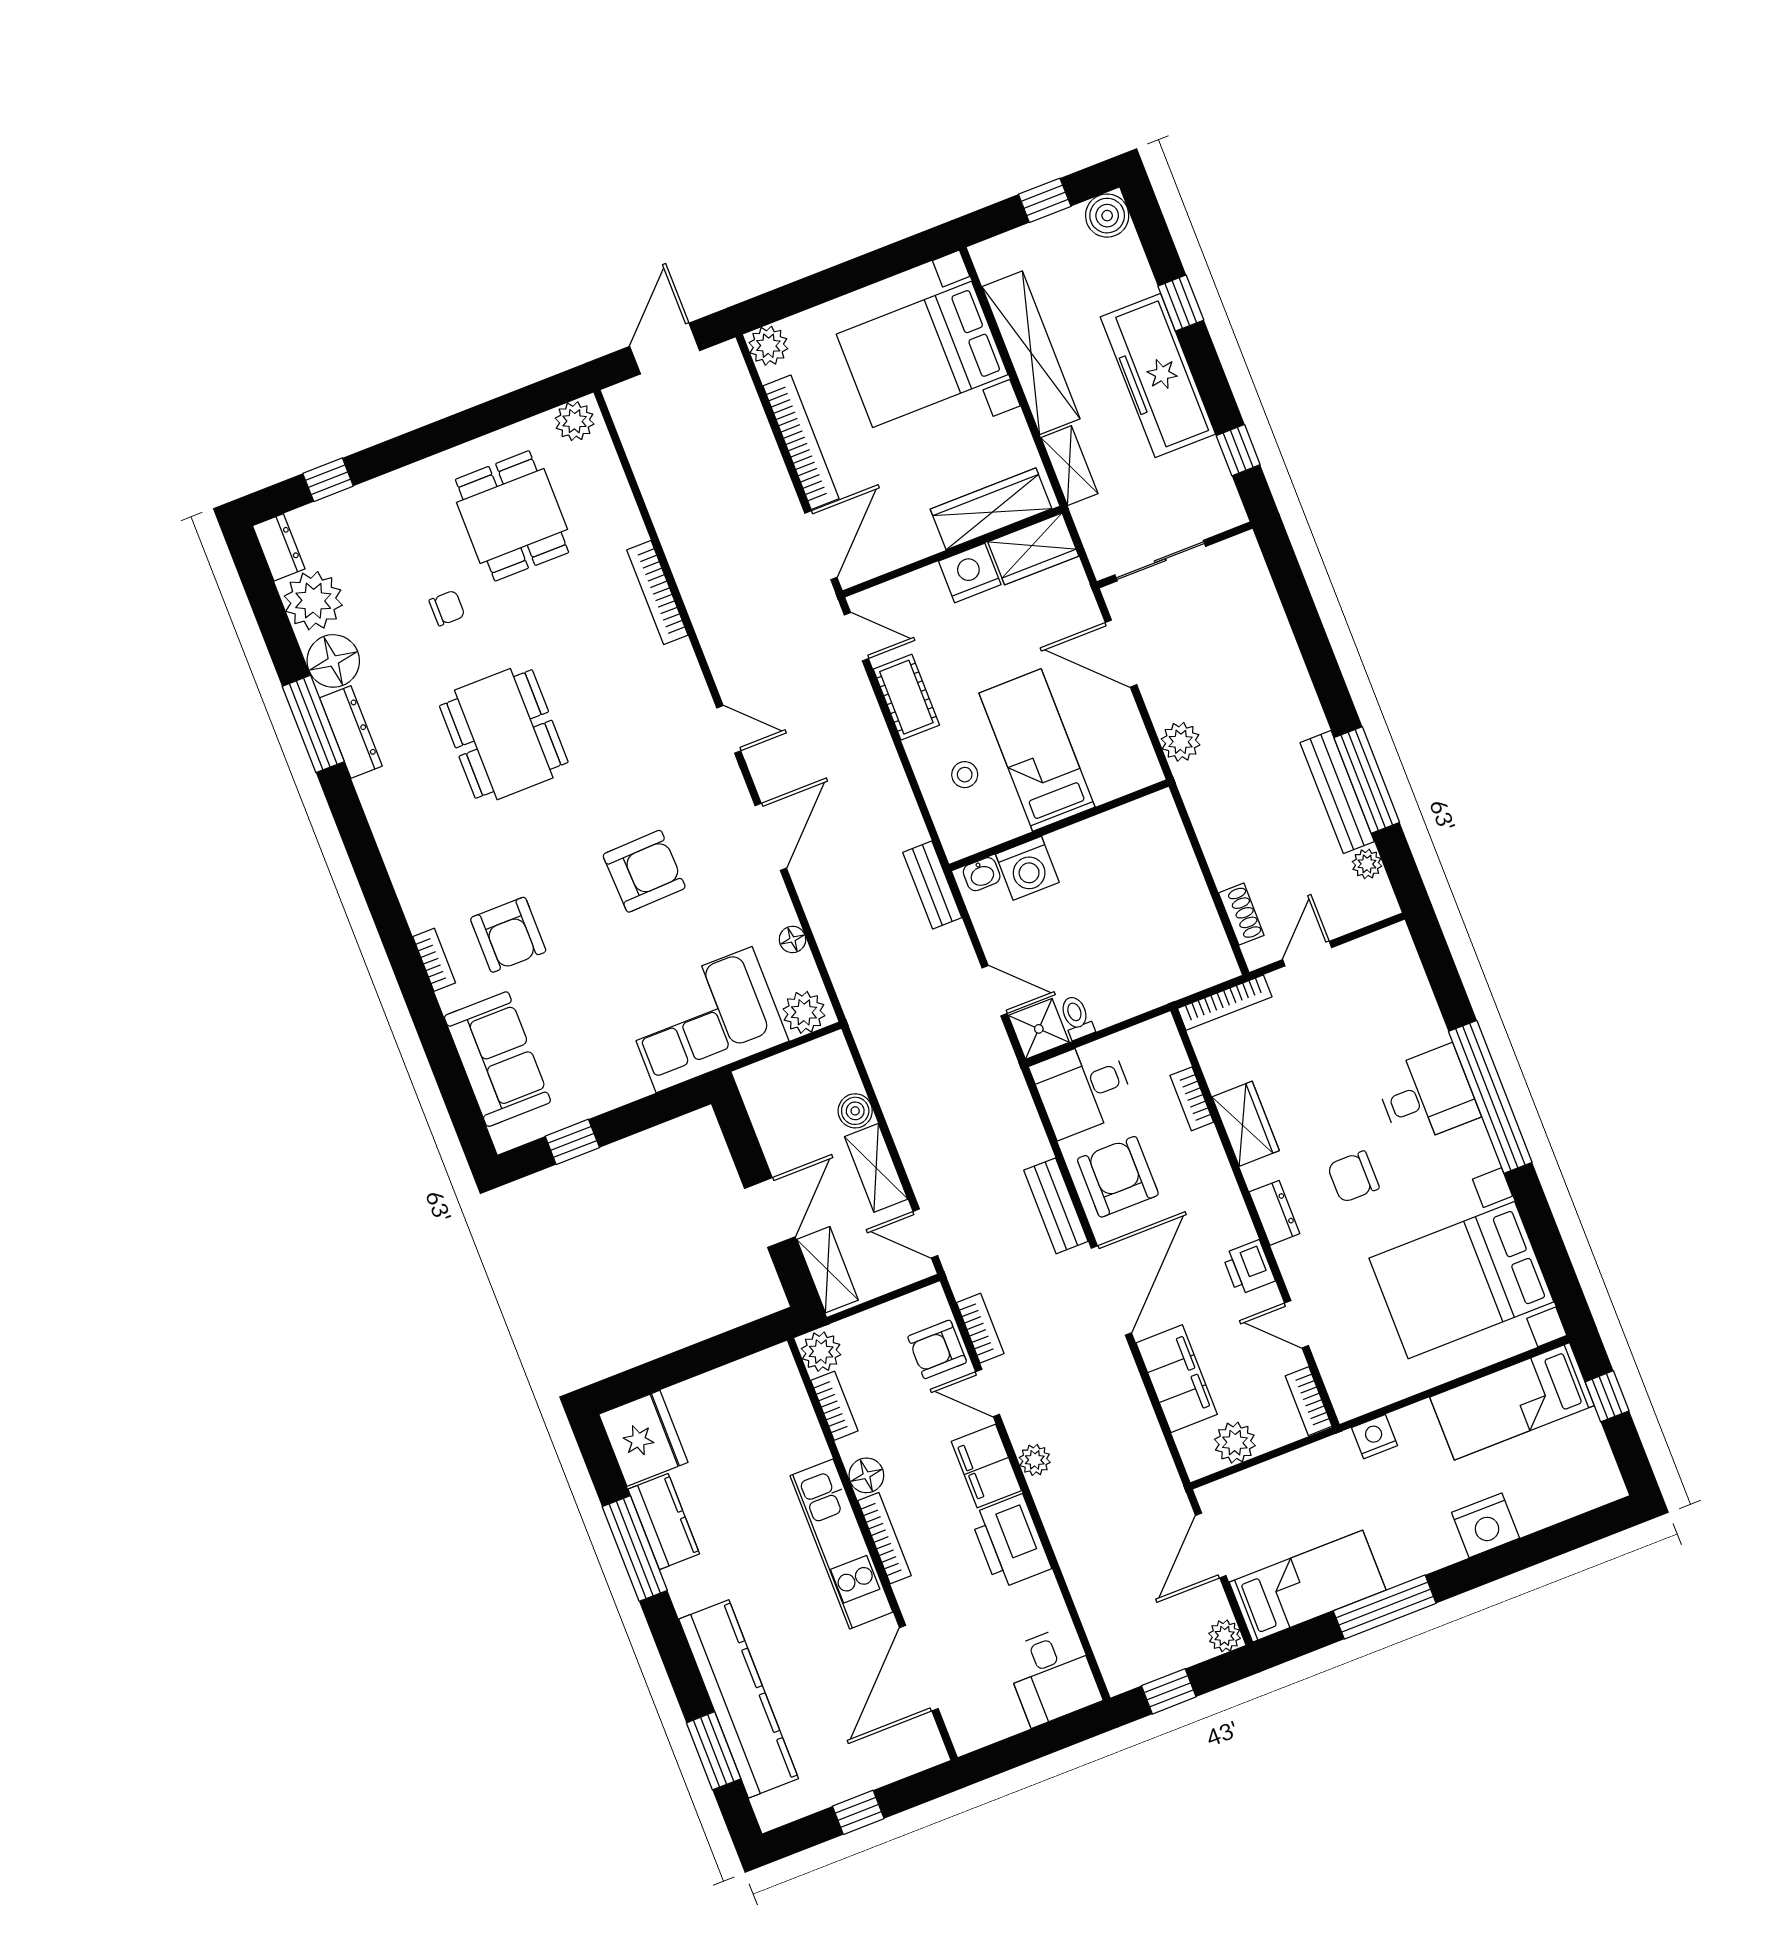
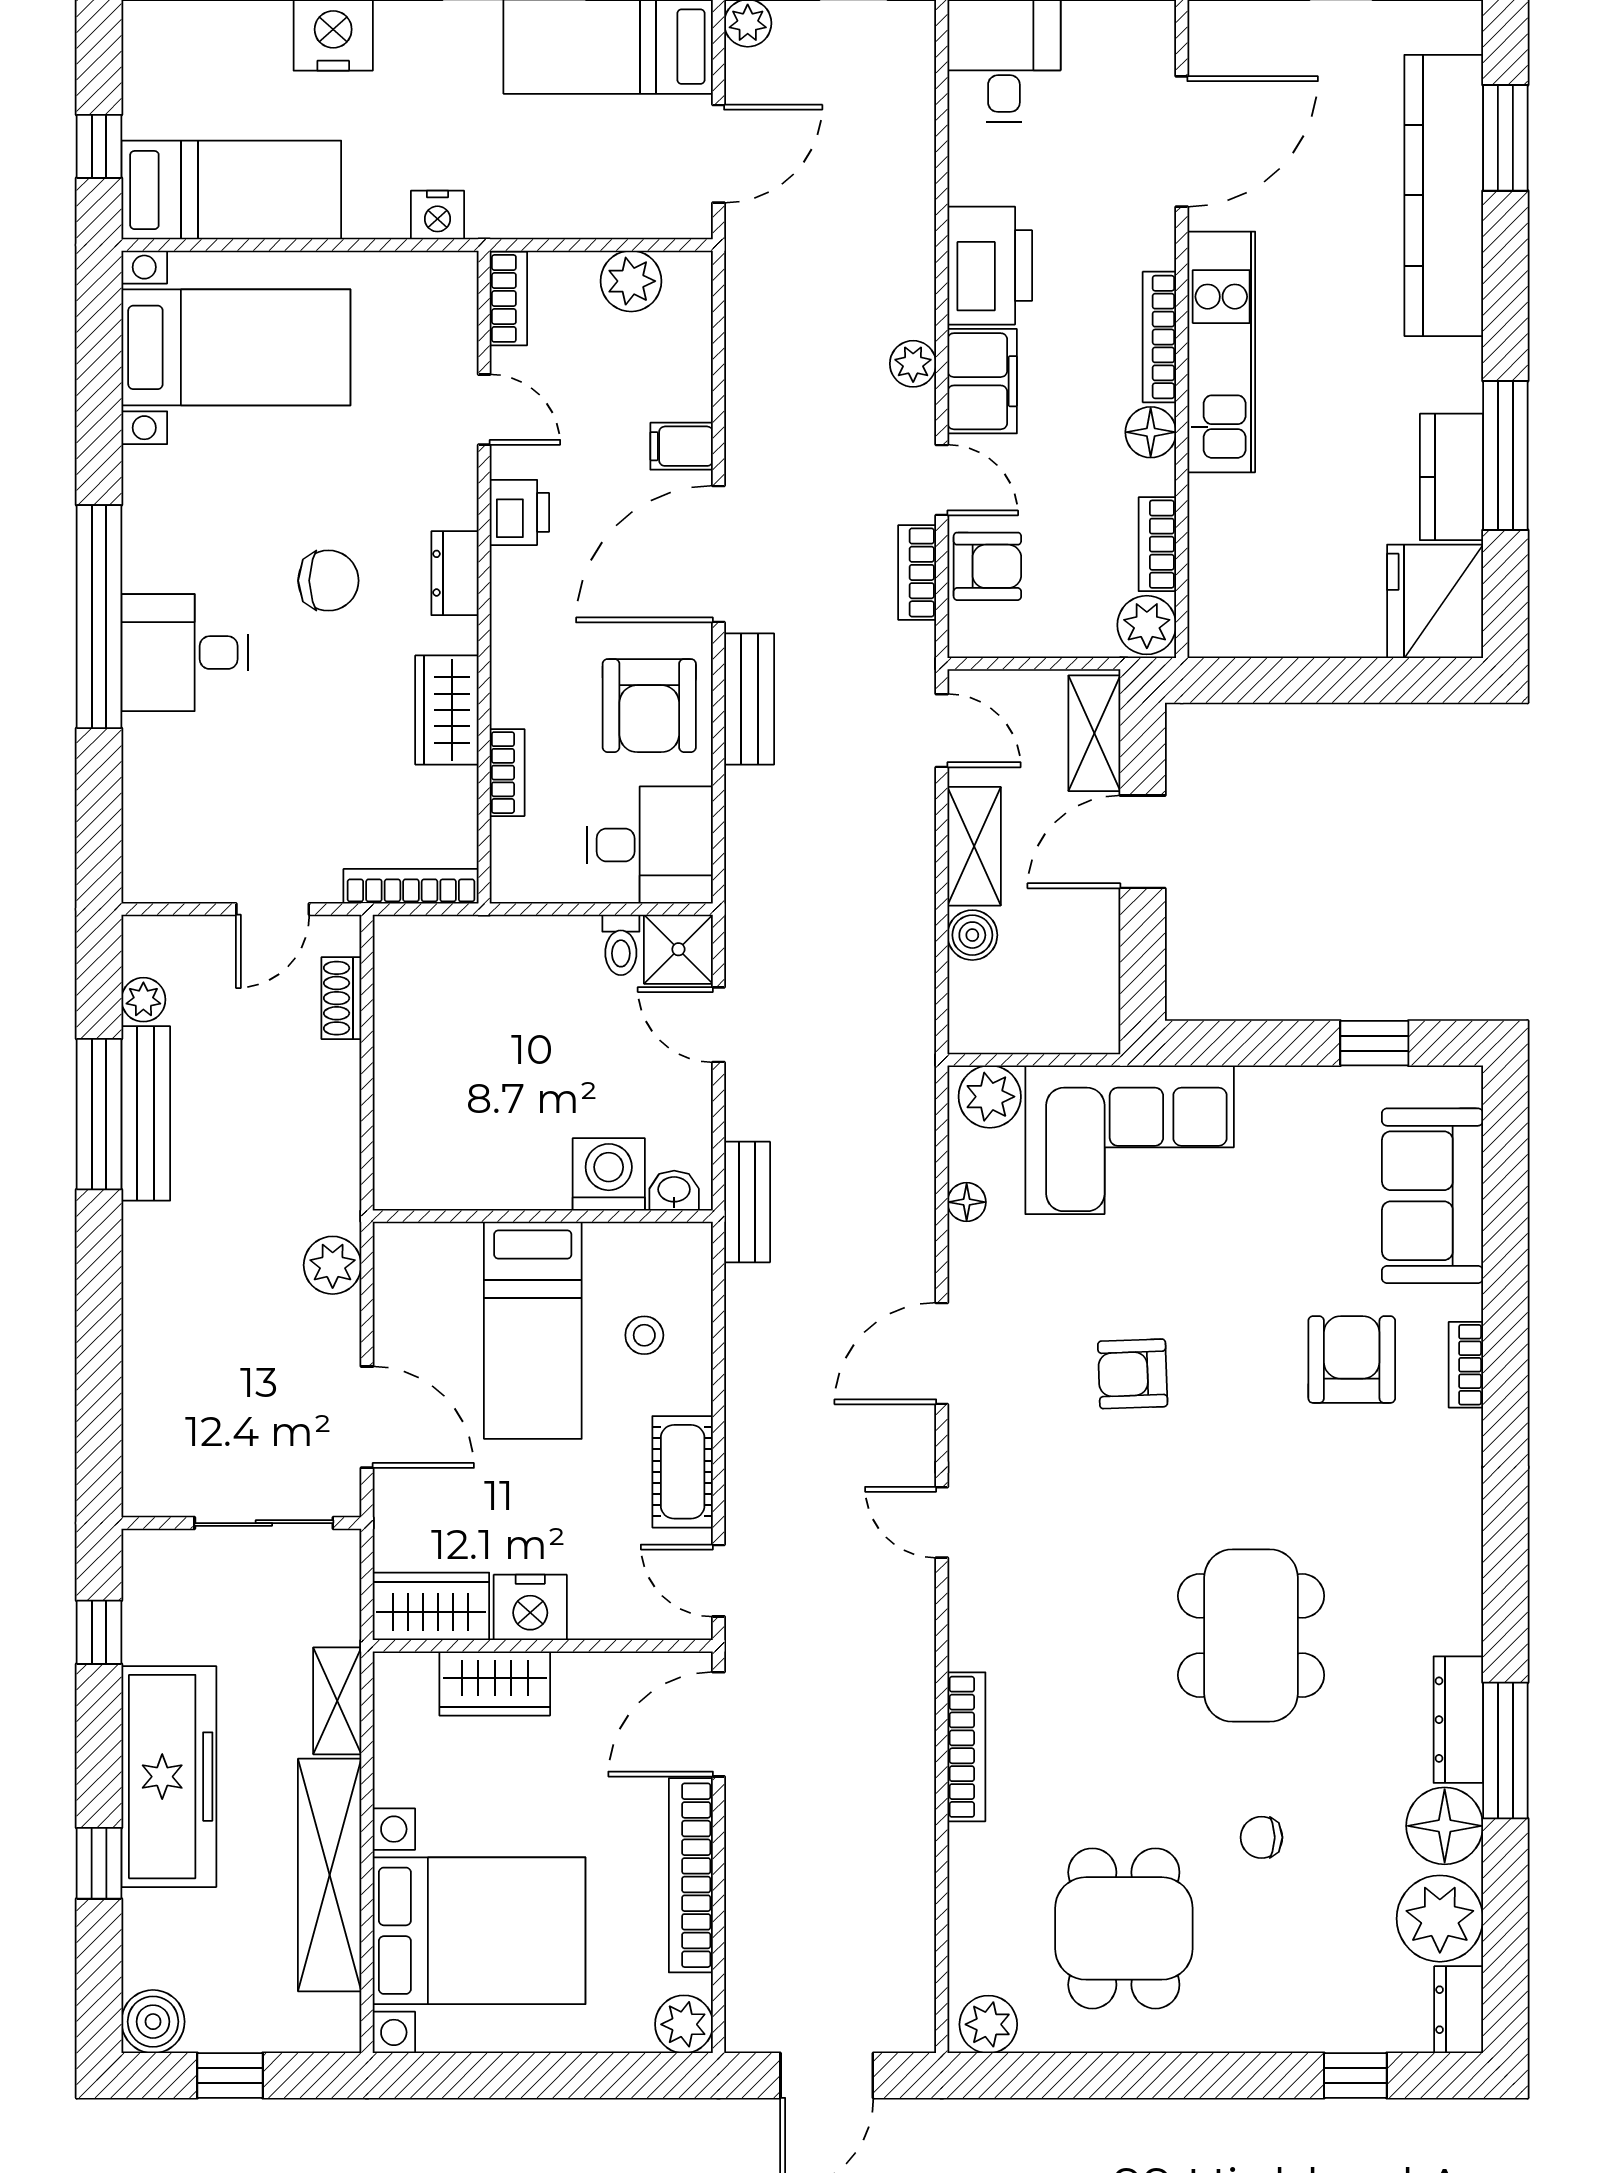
wardrobe: (991, 509) -> (495, 1683), width x0.67
armchair: (644, 871) -> (1133, 1374), width x0.72, depth x0.72
bed with nightstands: (1461, 1280) -> (236, 347), width x0.73
filing cabinet: (1177, 1379) -> (682, 446), width x0.33, depth x0.86

